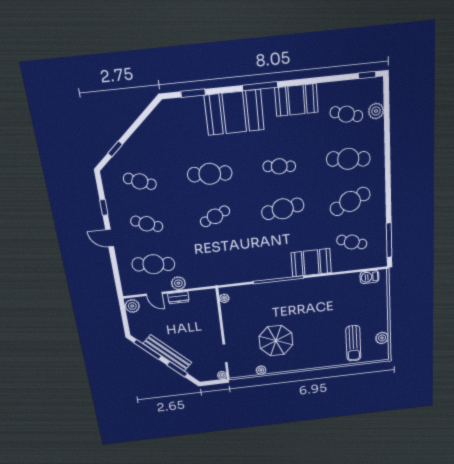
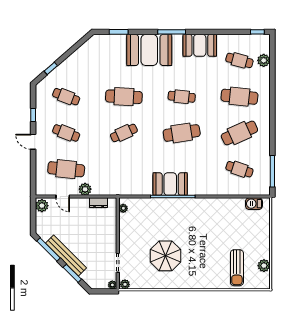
booth: (311, 263) -> (170, 184), moved
dresser: (178, 298) -> (99, 203), moved
plant: (261, 370) -> (125, 284), moved

